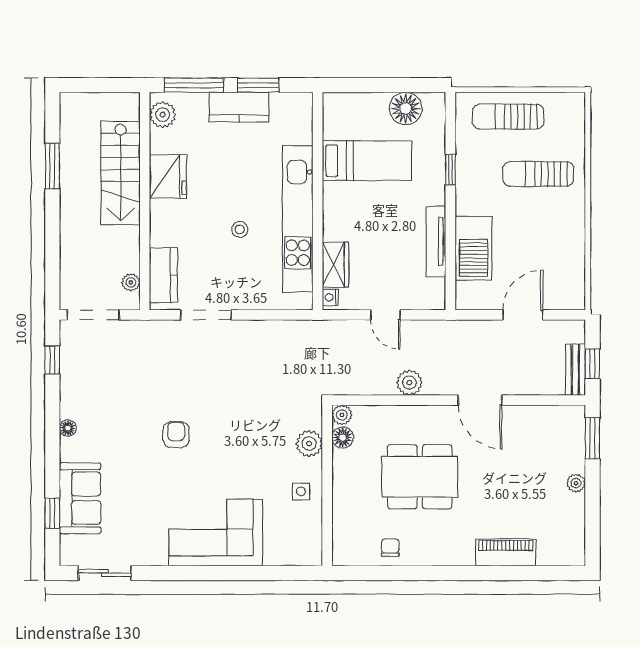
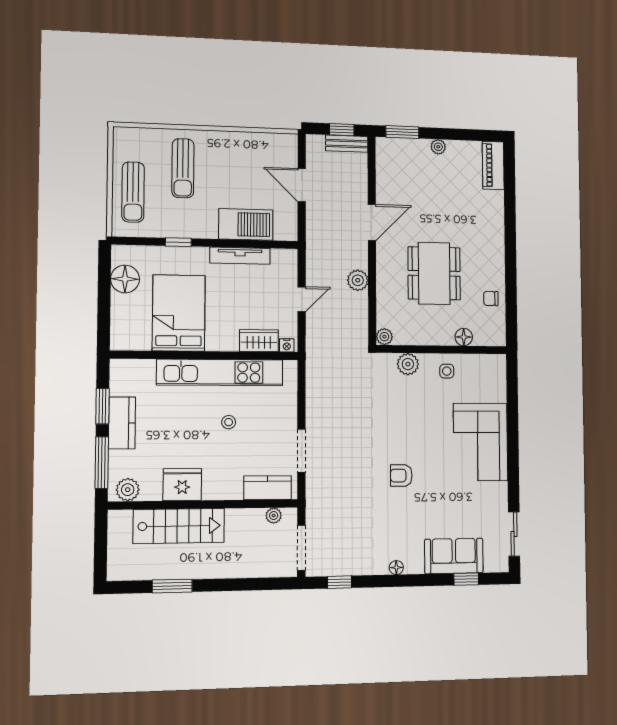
bed: (367, 161) -> (179, 313), width x1.50
floor lamp: (343, 438) -> (464, 337), moved
piano: (506, 553) -> (493, 165), moved

